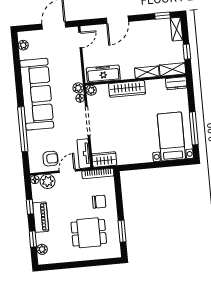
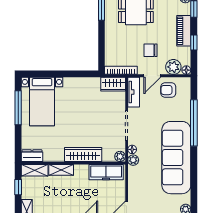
chair: (99, 202) -> (150, 50), moved

